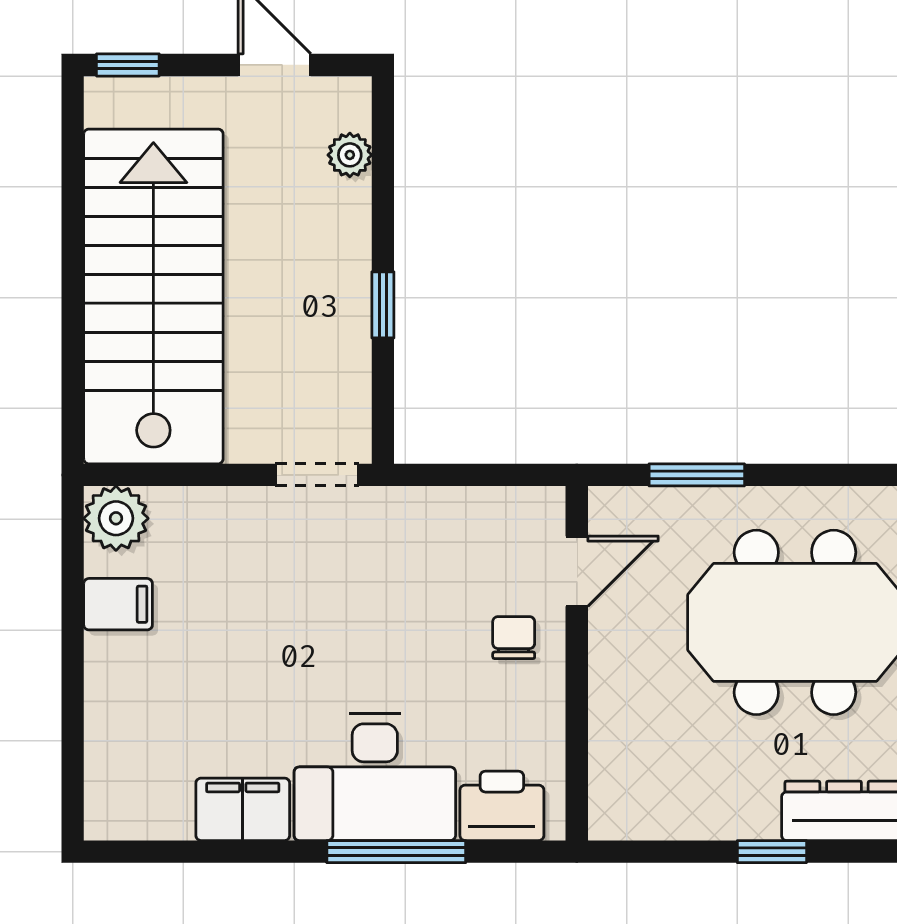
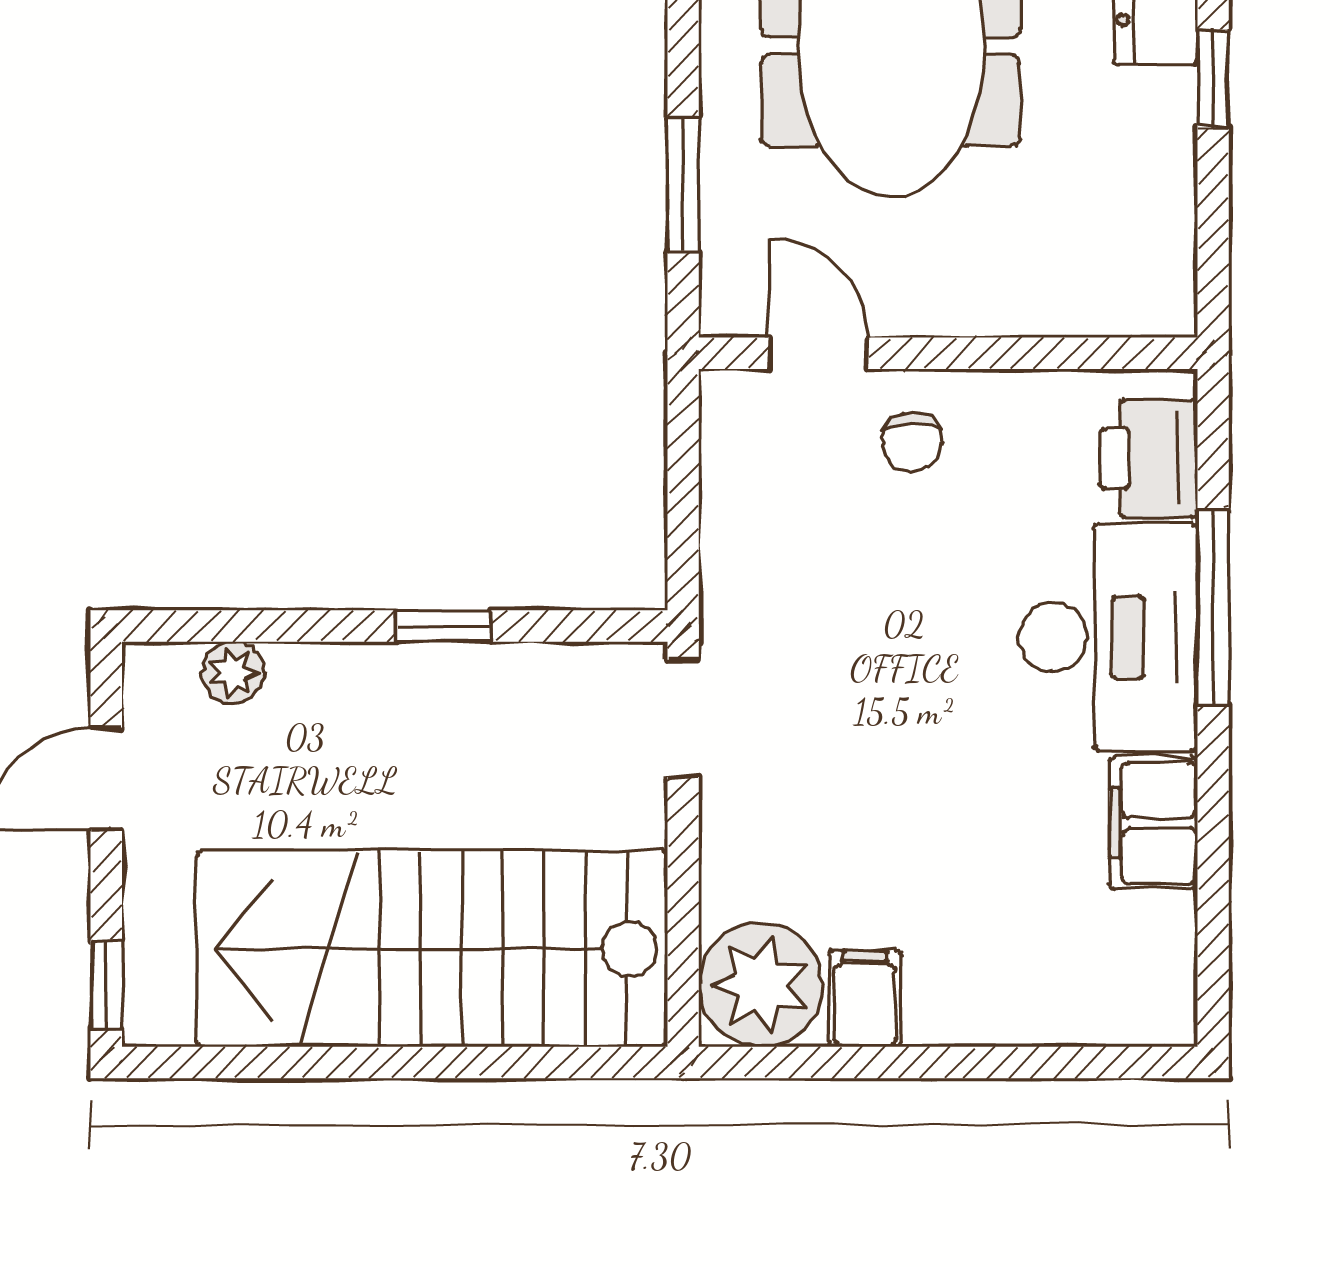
plant: (116, 518) -> (761, 985), width x1.36, depth x1.36
chair: (514, 638) -> (912, 442), turned -90

